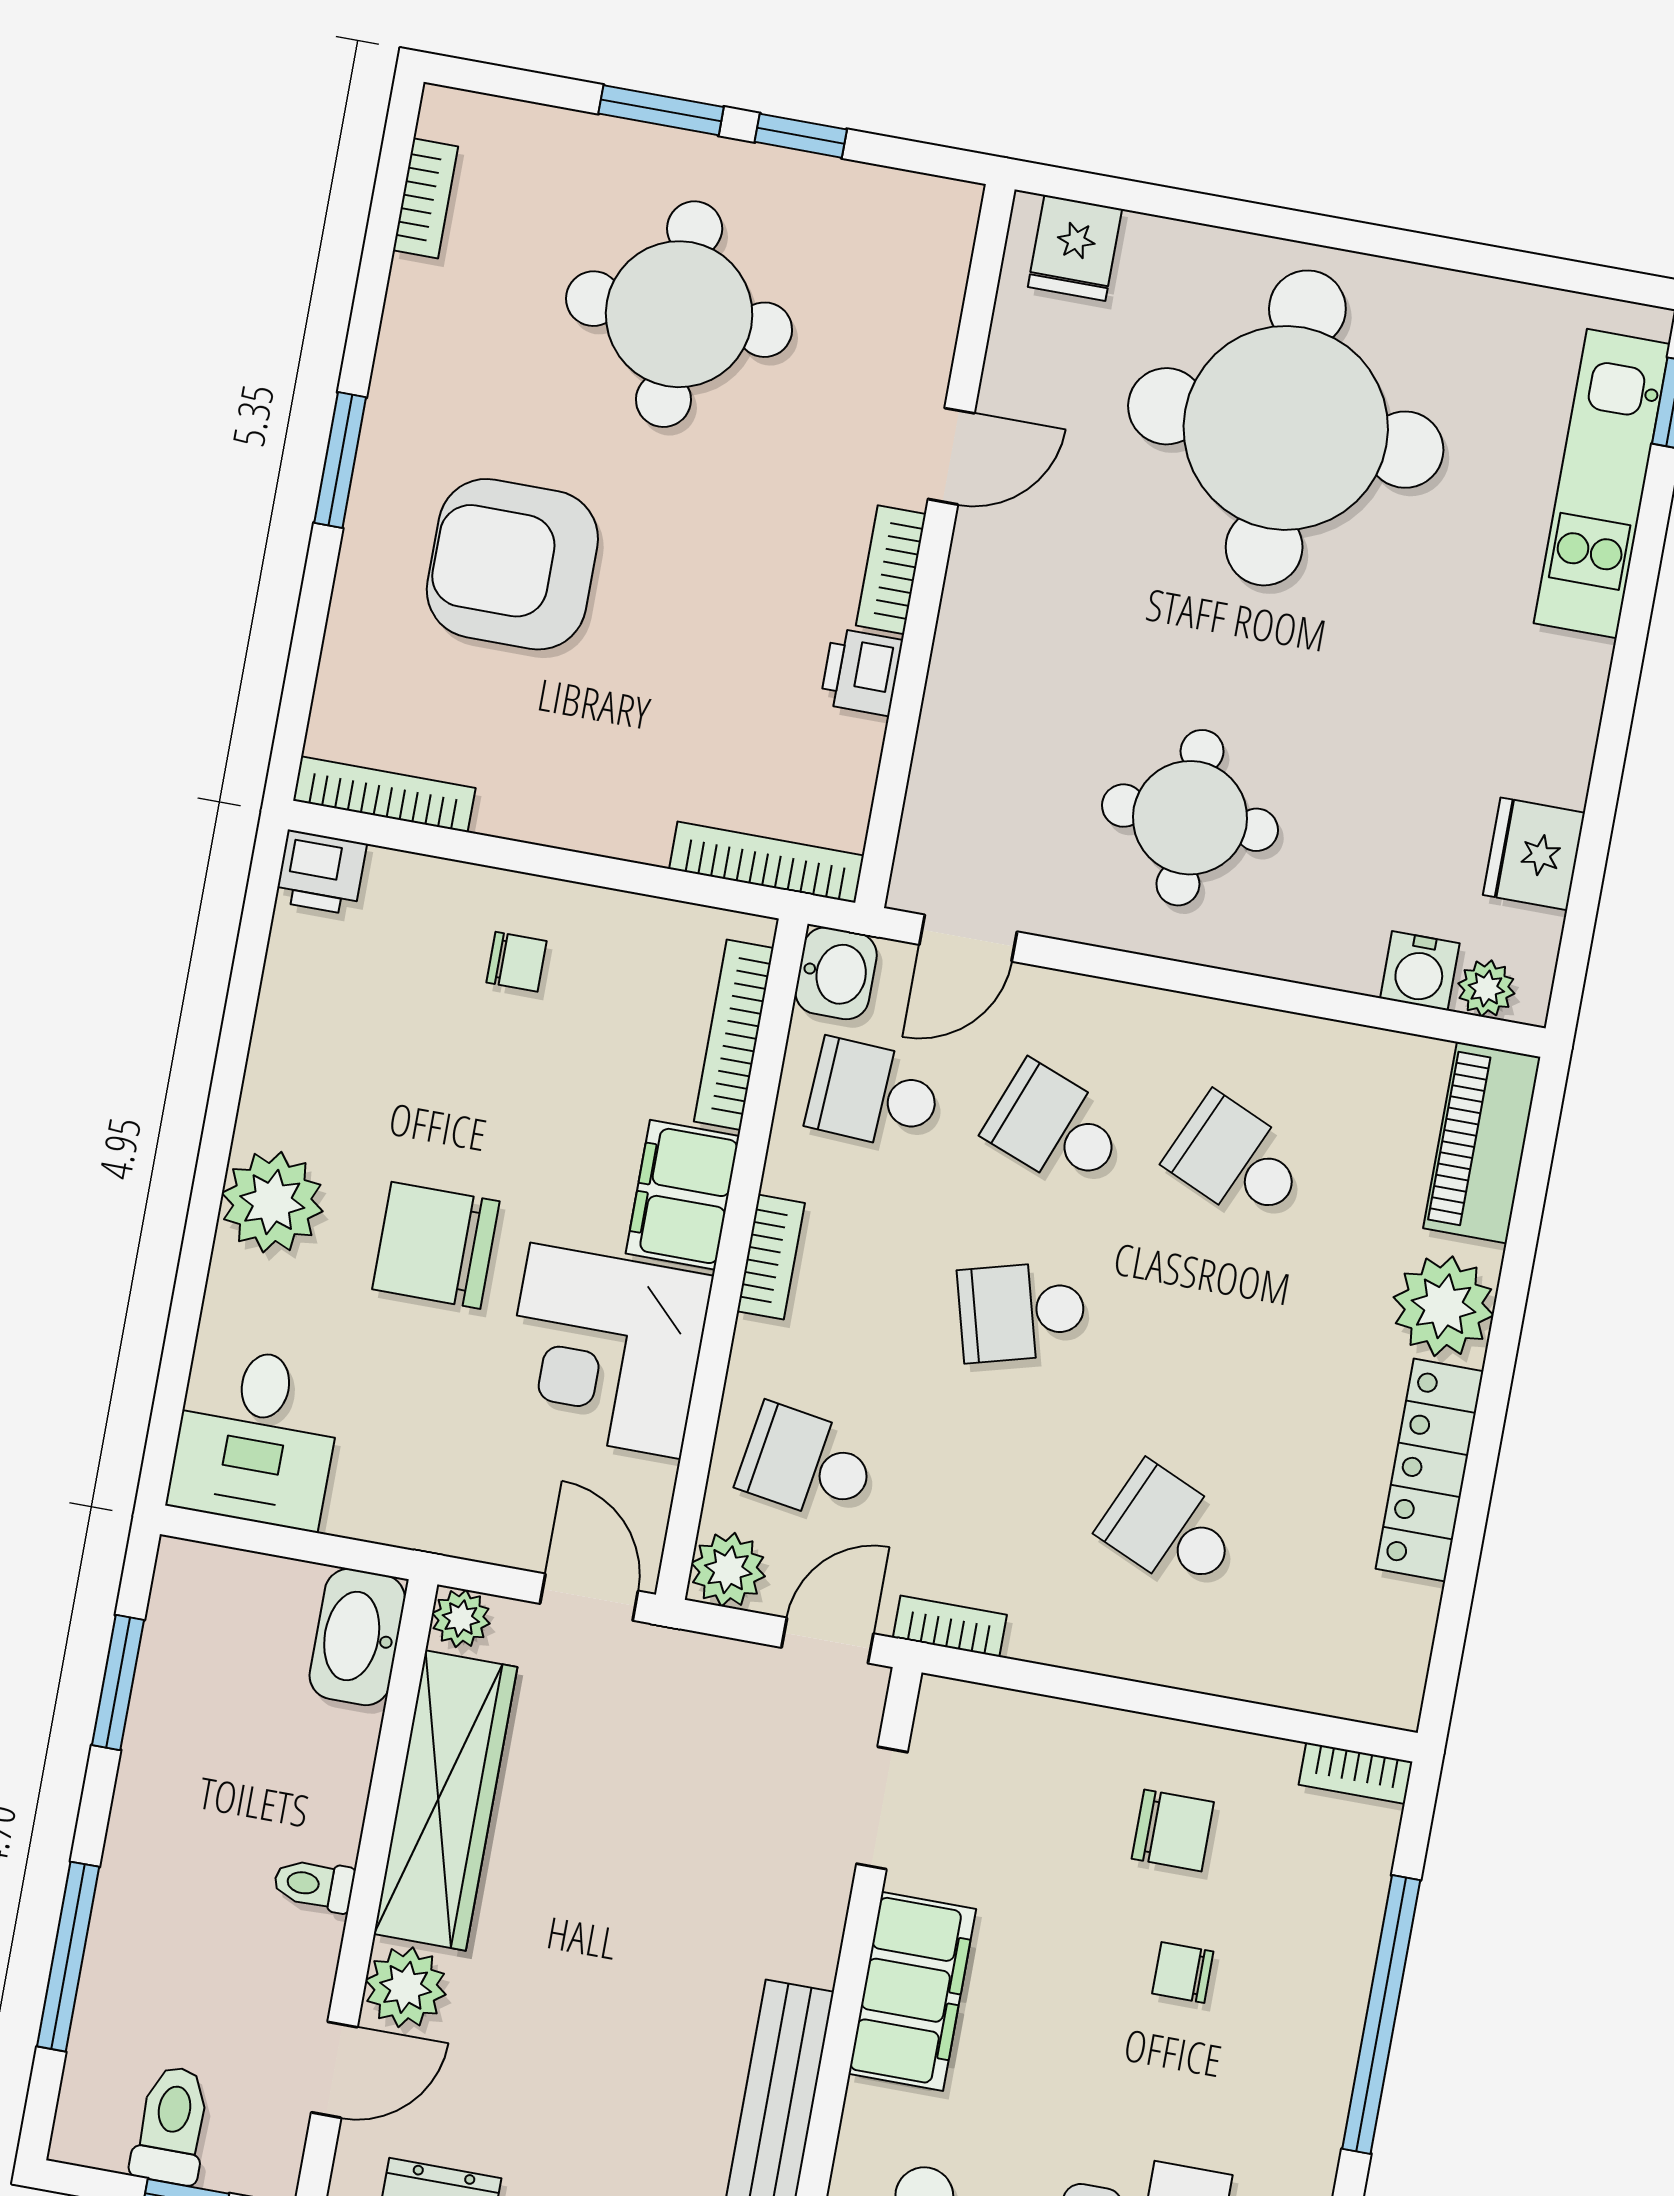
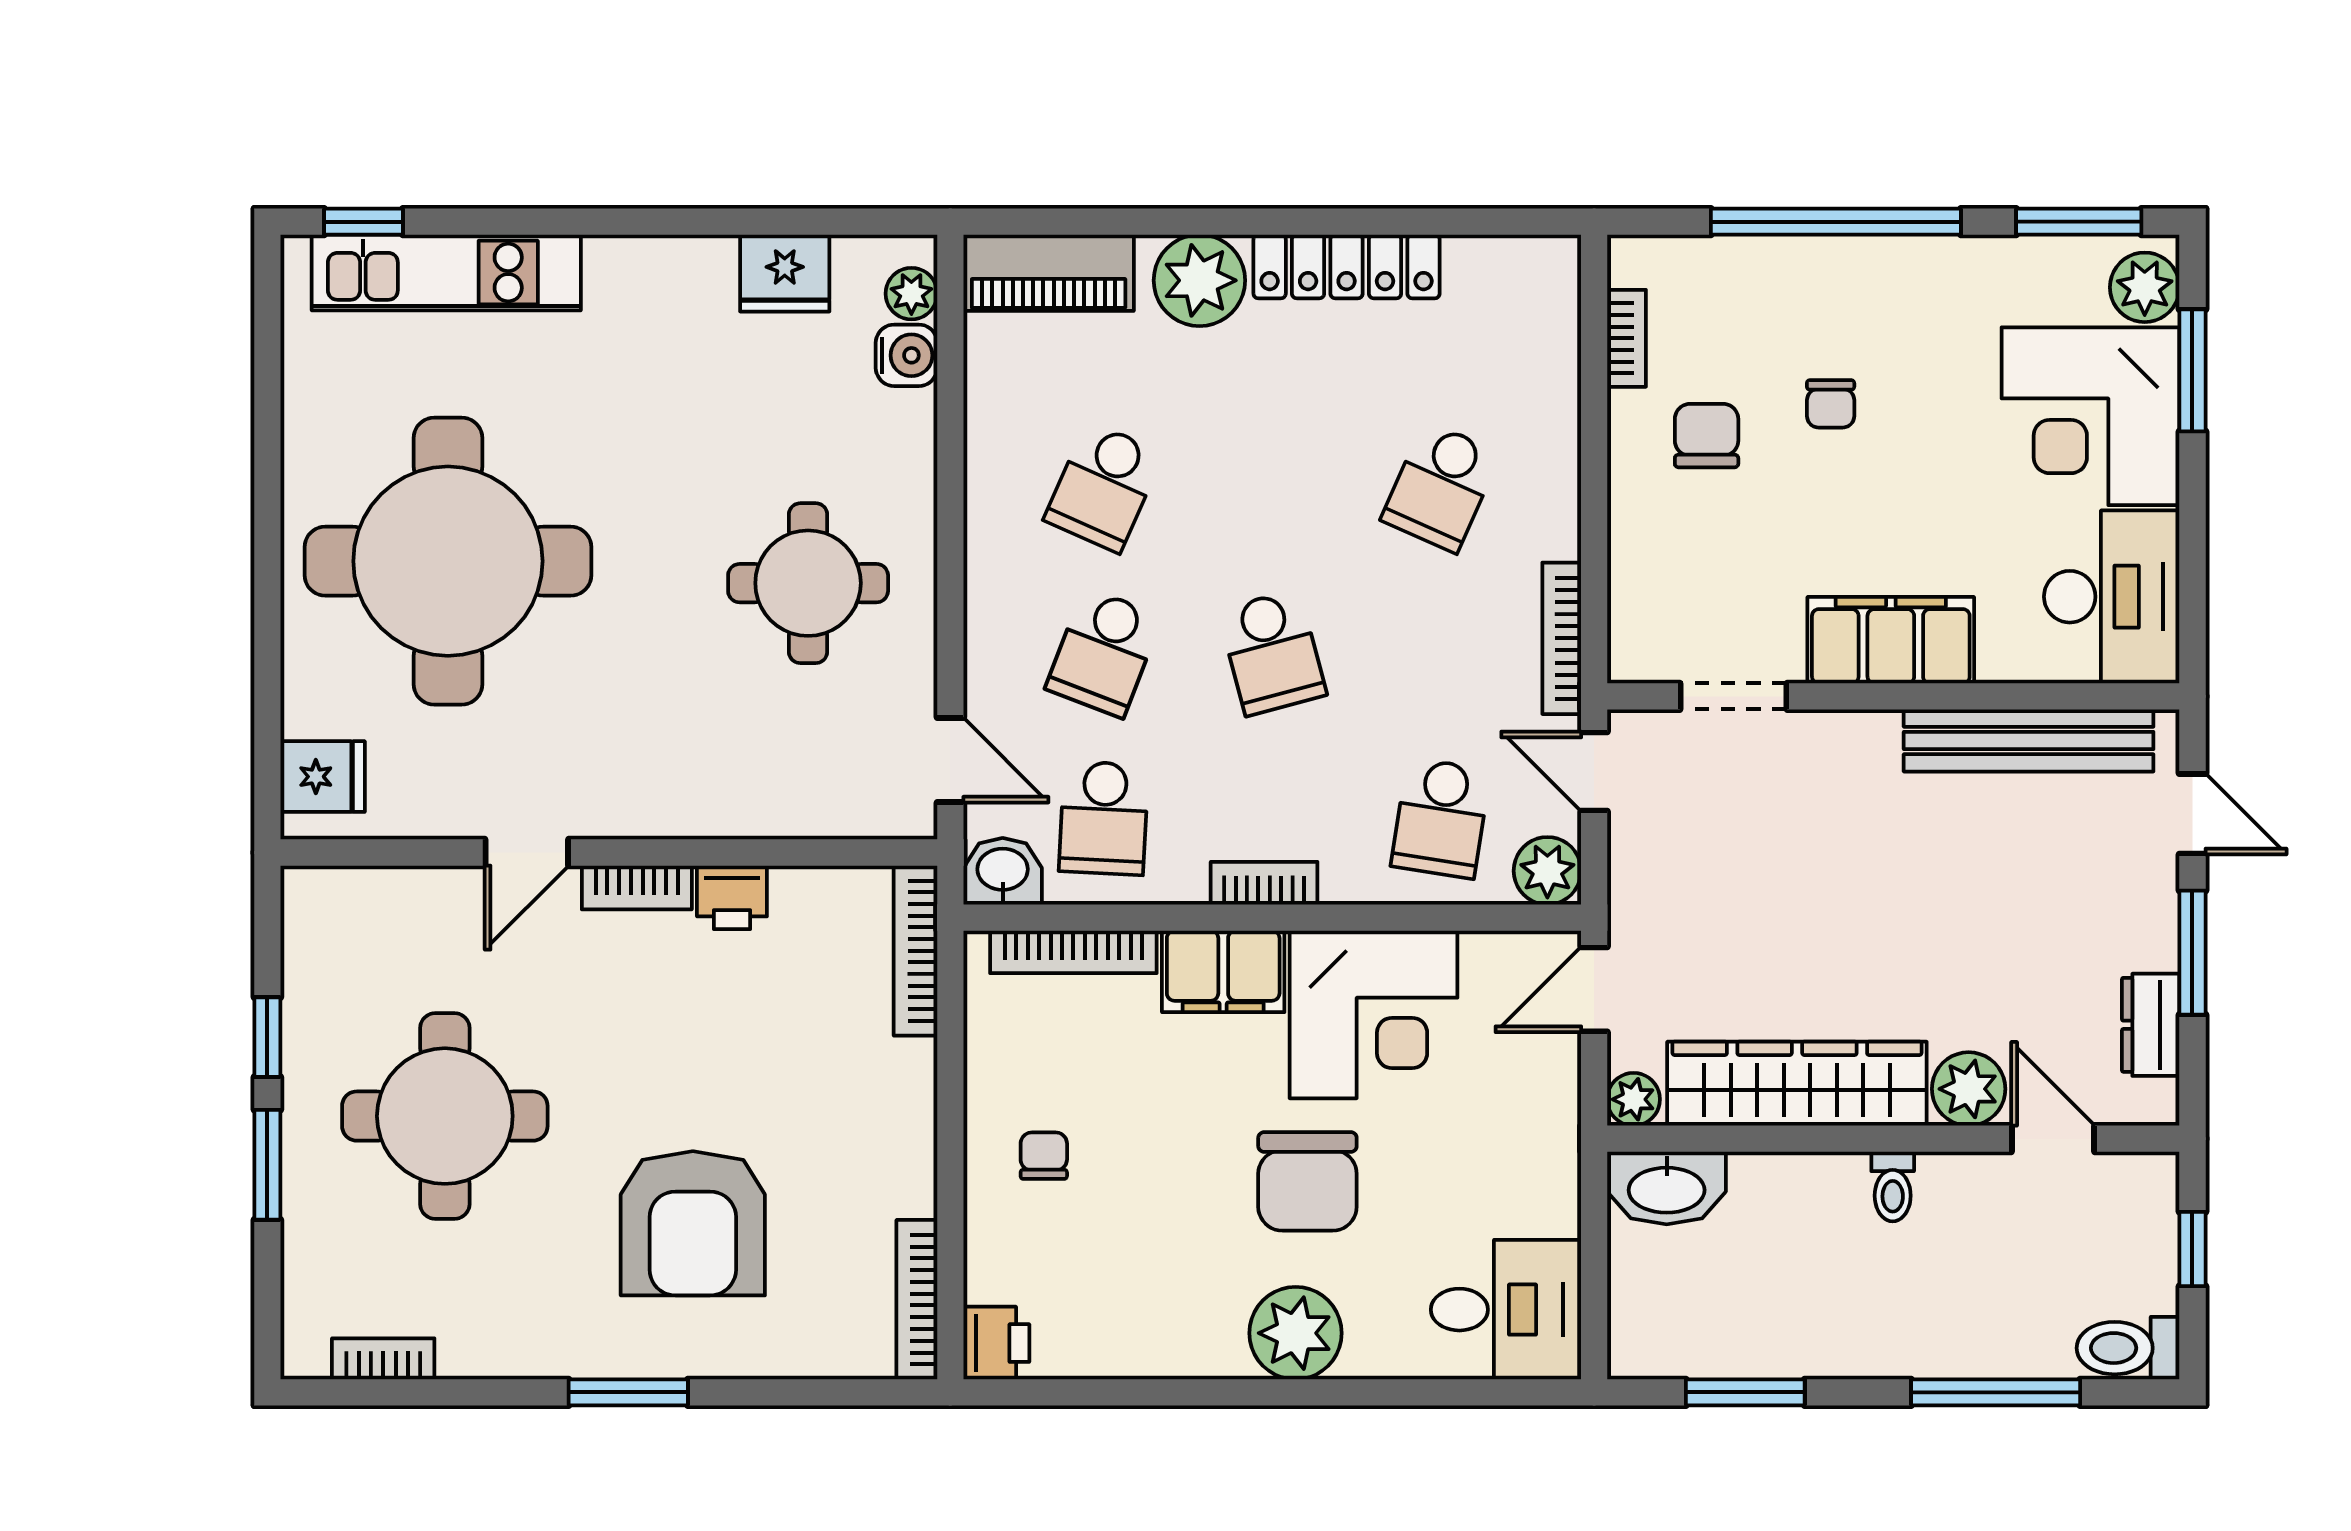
door: (951, 456) -> (527, 852), swing flipped
bookcase: (950, 1626) -> (1562, 638), width x1.56
bookcase: (1356, 1773) -> (1627, 338), moved
toilet: (172, 2125) -> (2128, 1348), moved

